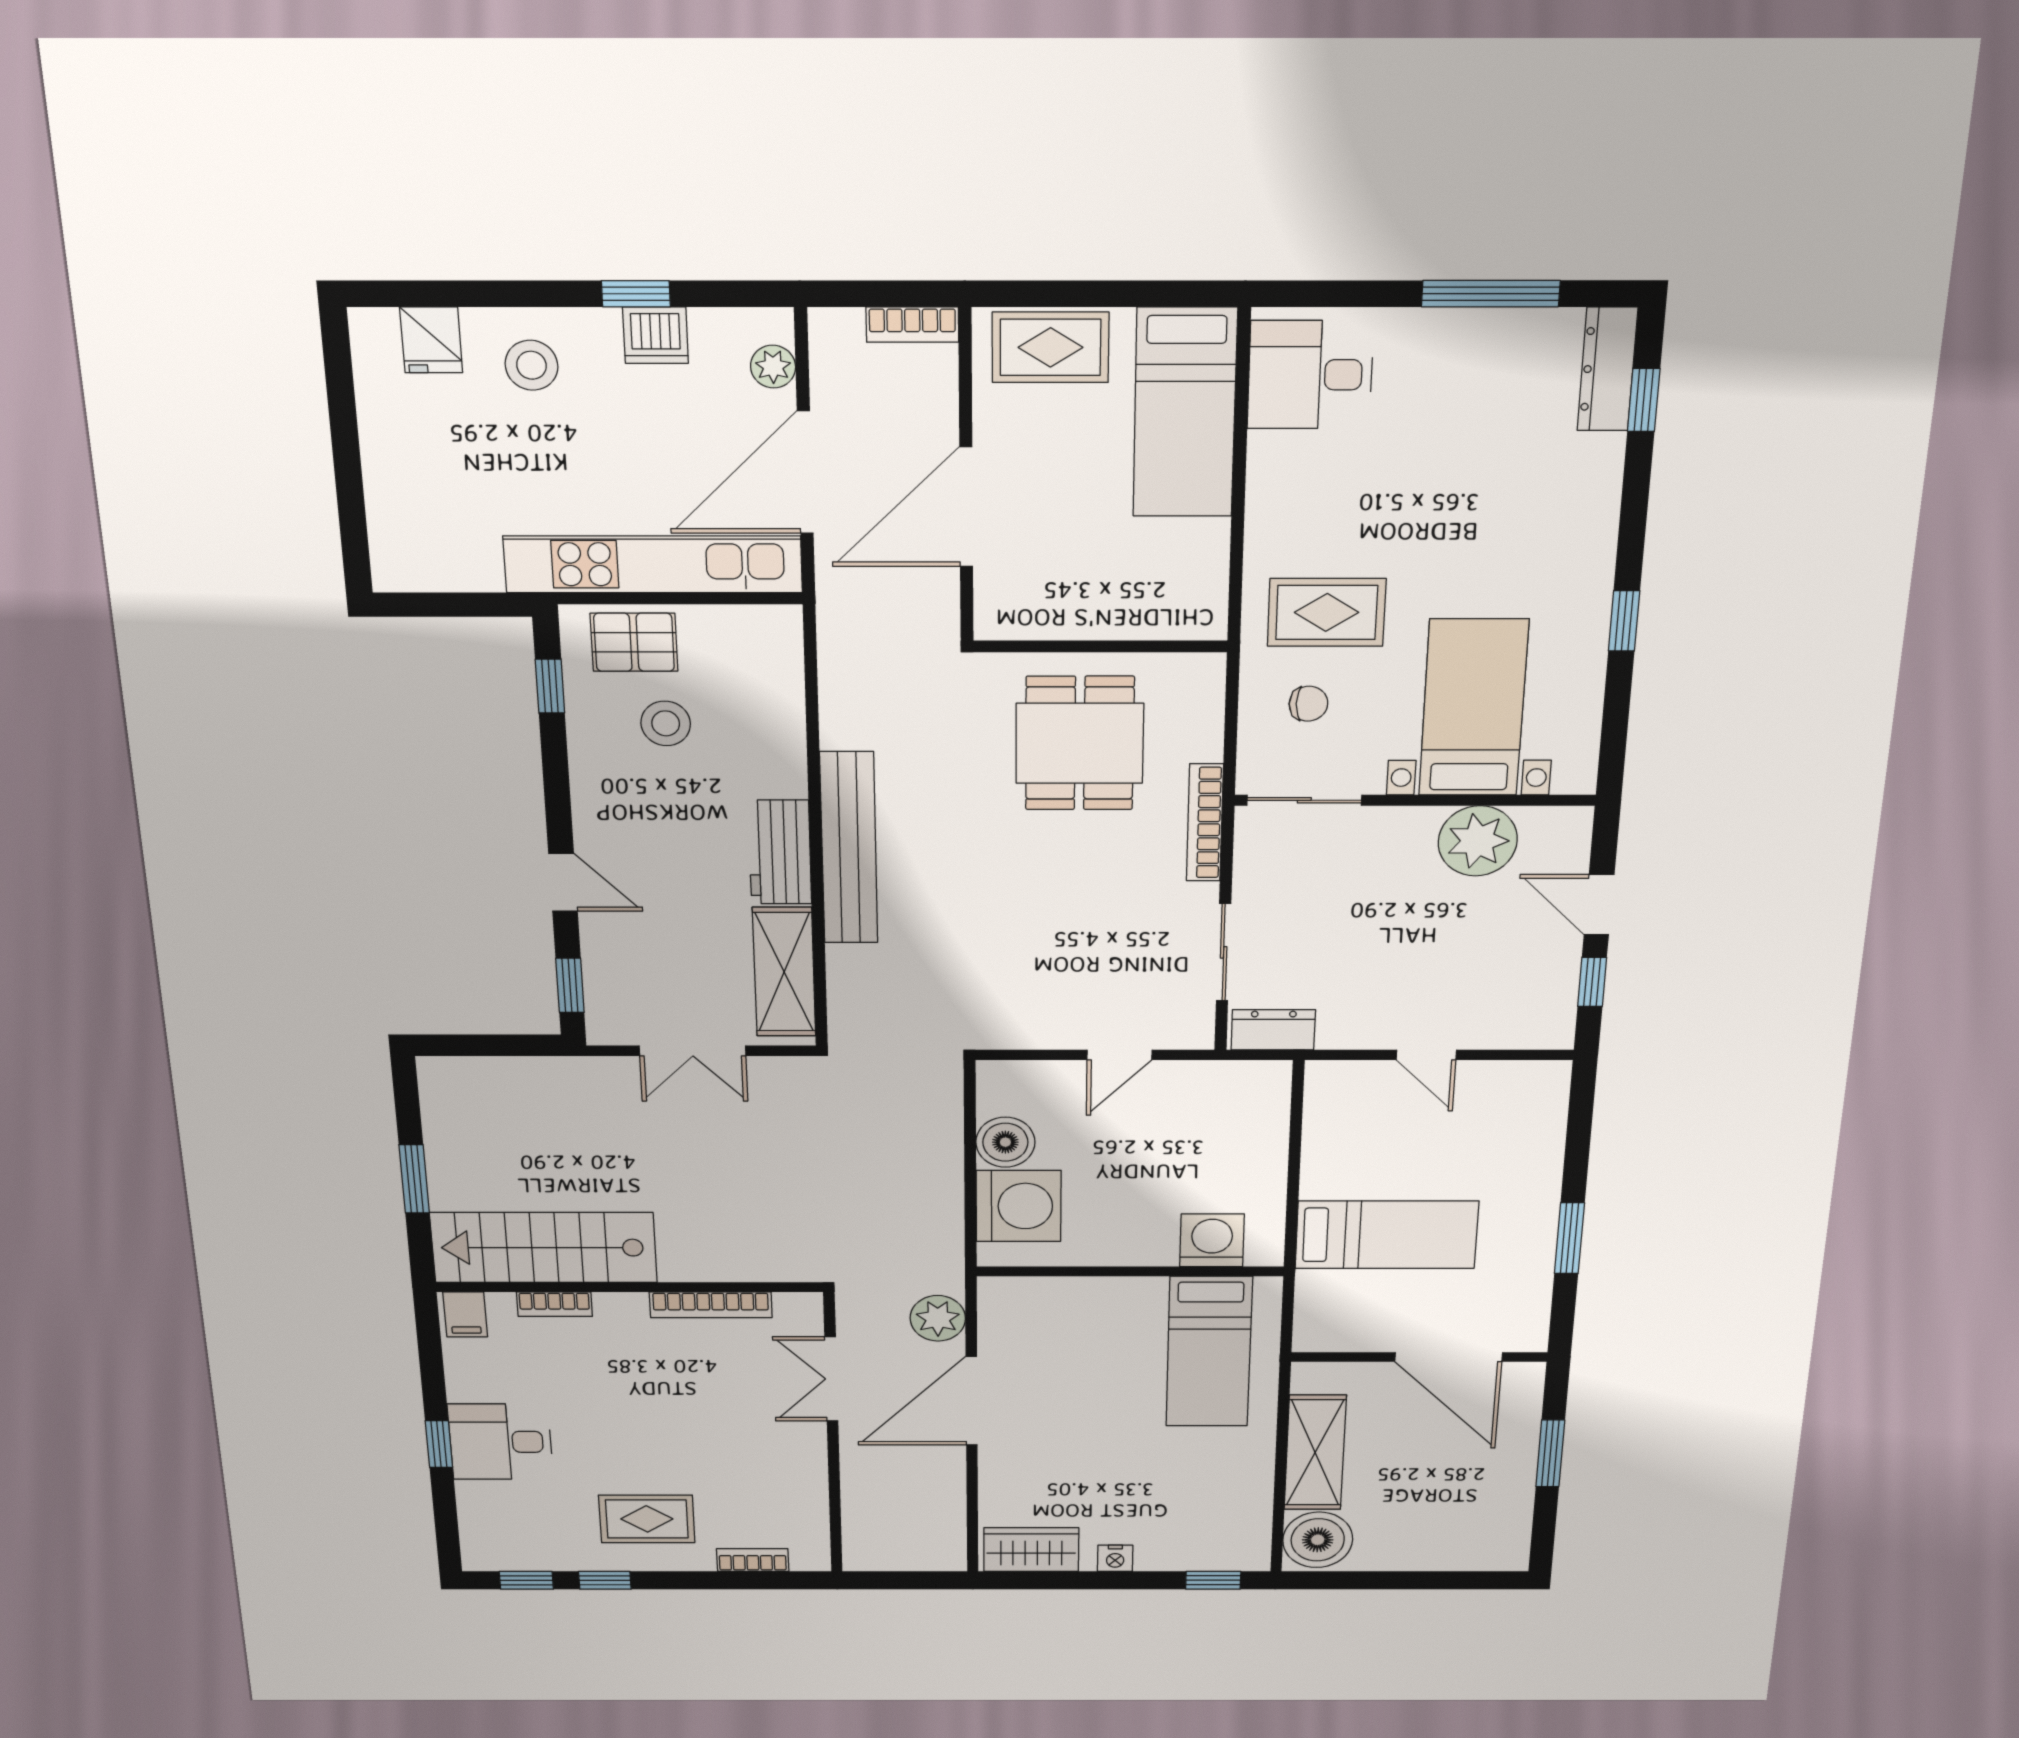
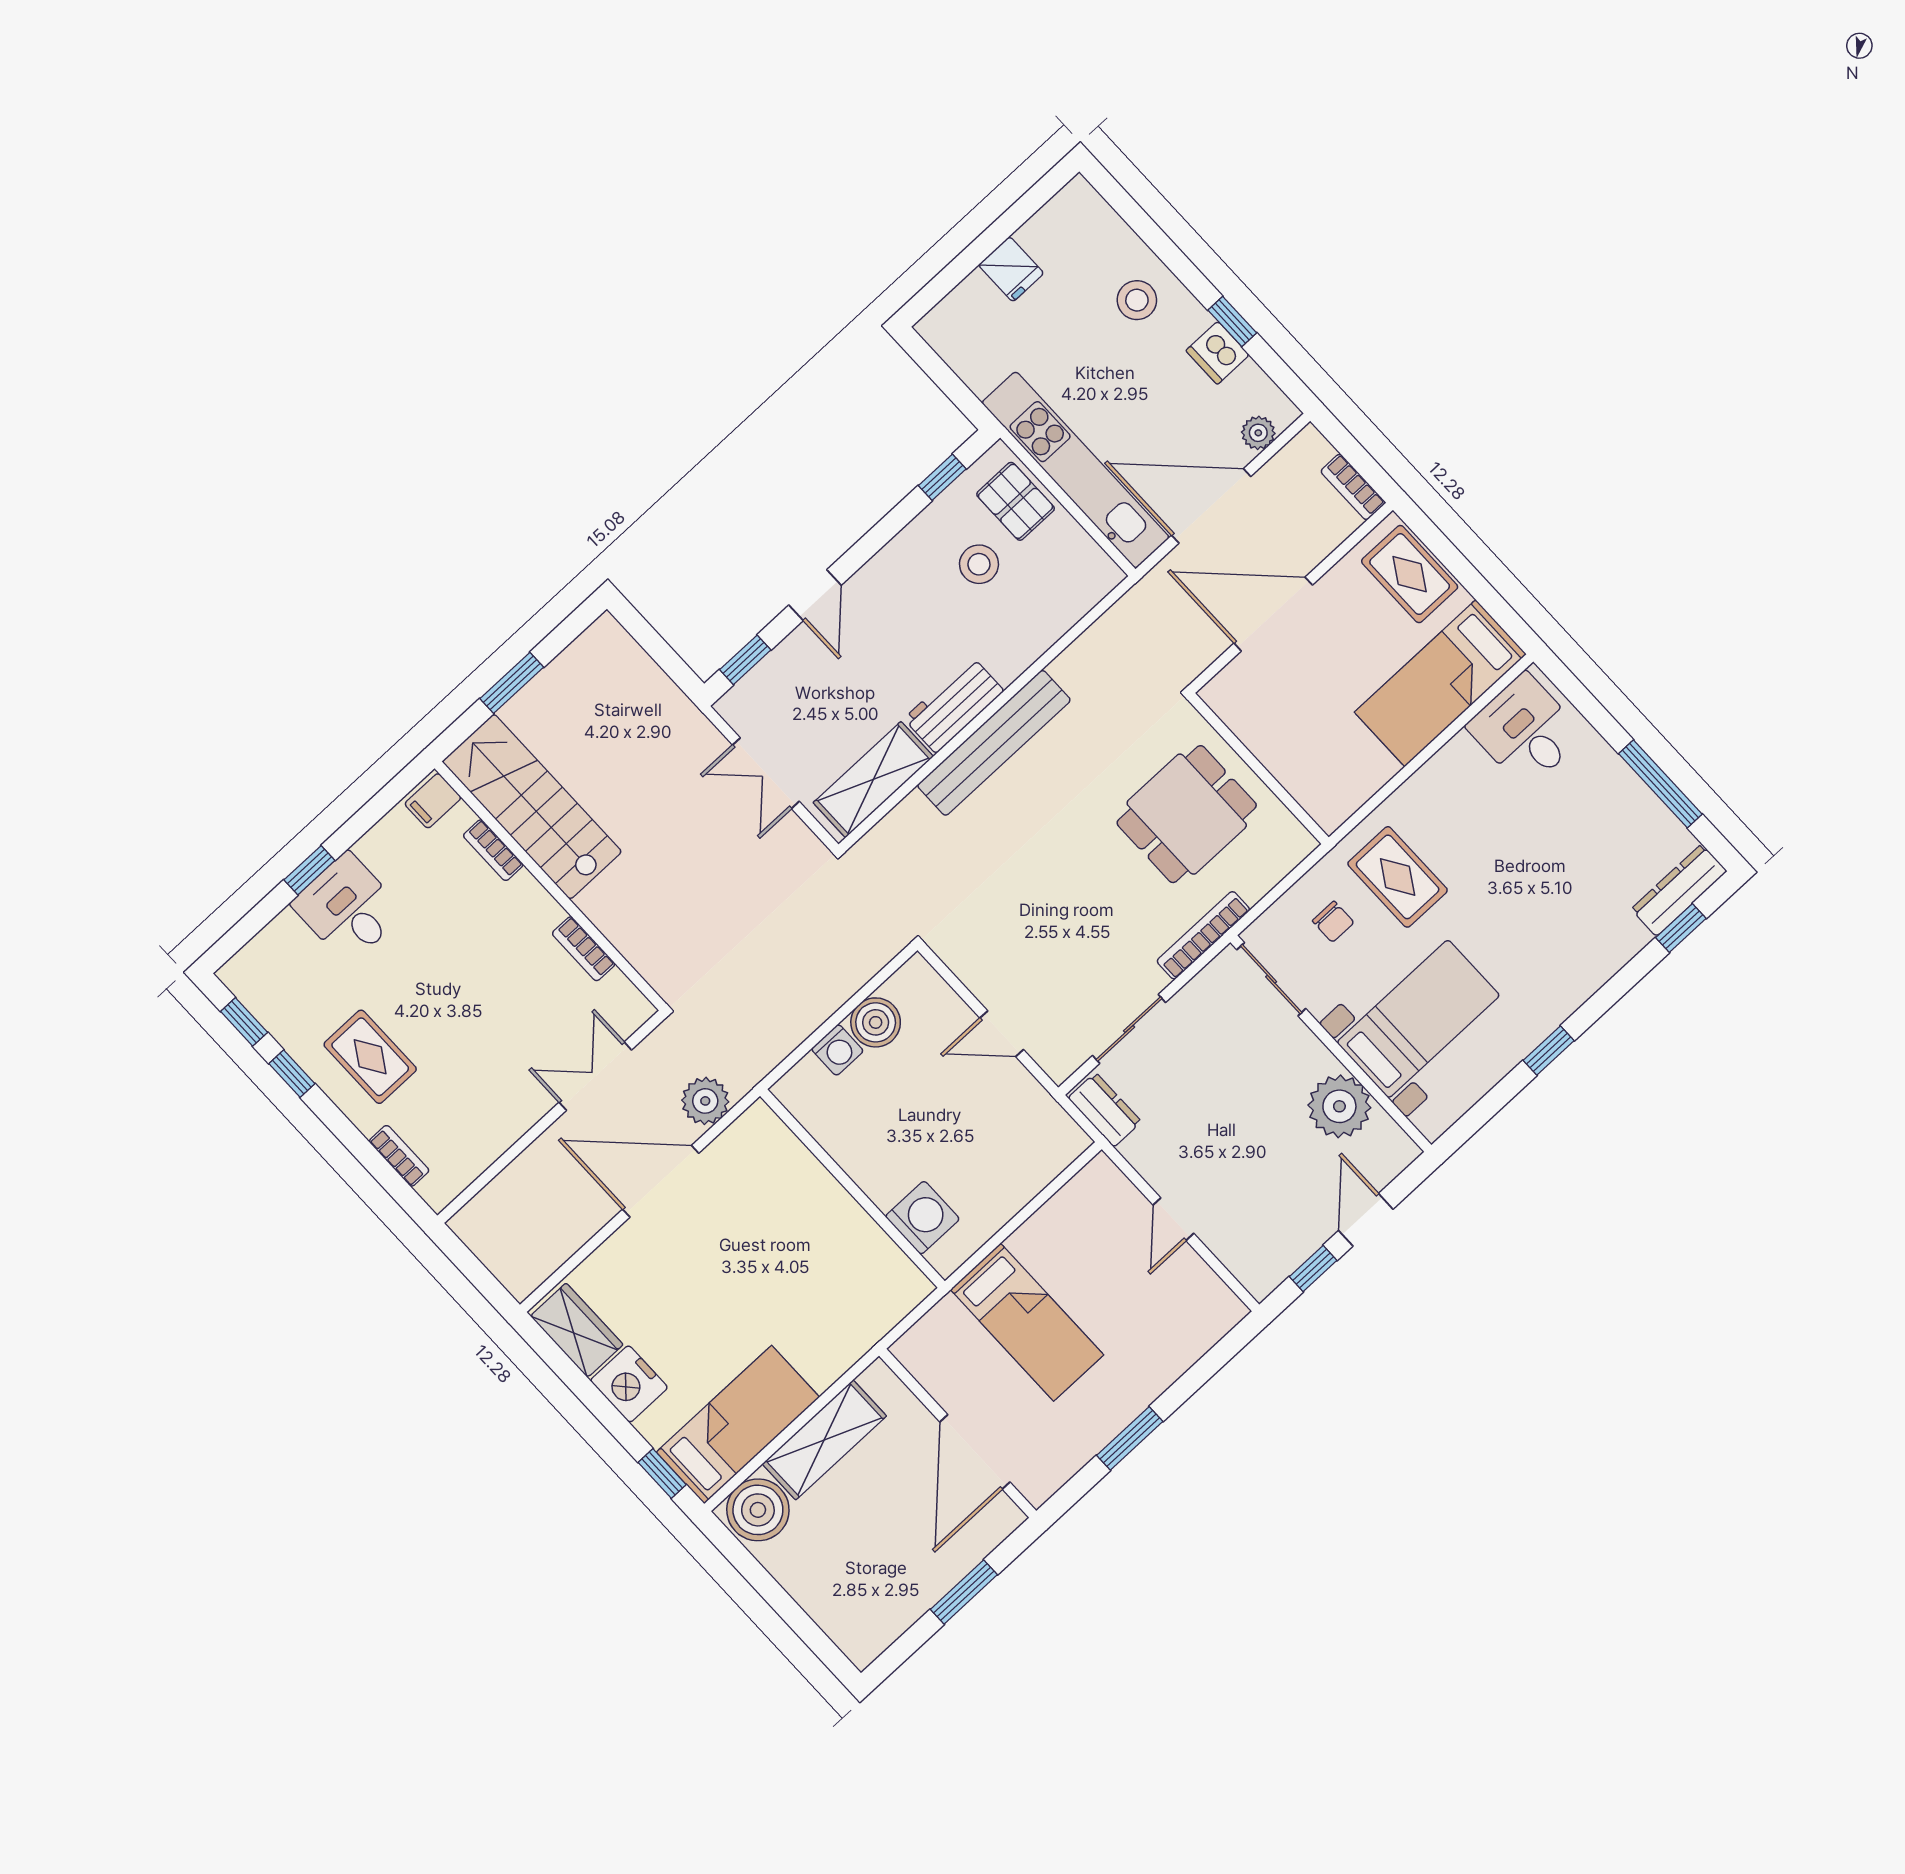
fridge: (431, 340) -> (1011, 269), moved, turned -90
washing machine: (1019, 1206) -> (837, 1050), width x0.53, depth x0.53
bookcase: (711, 1305) -> (584, 949), width x0.64
bed: (1209, 1352) -> (738, 1425), moved, turned 180
nightstand: (1115, 1558) -> (629, 1384), width x1.89, depth x1.79

